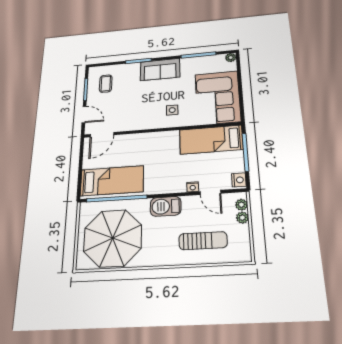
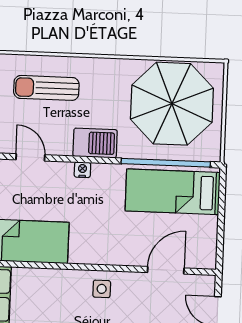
side table: (172, 110) -> (102, 289), moved
door: (102, 135) -> (166, 270), moved
nightstand: (193, 187) -> (82, 170), moved

